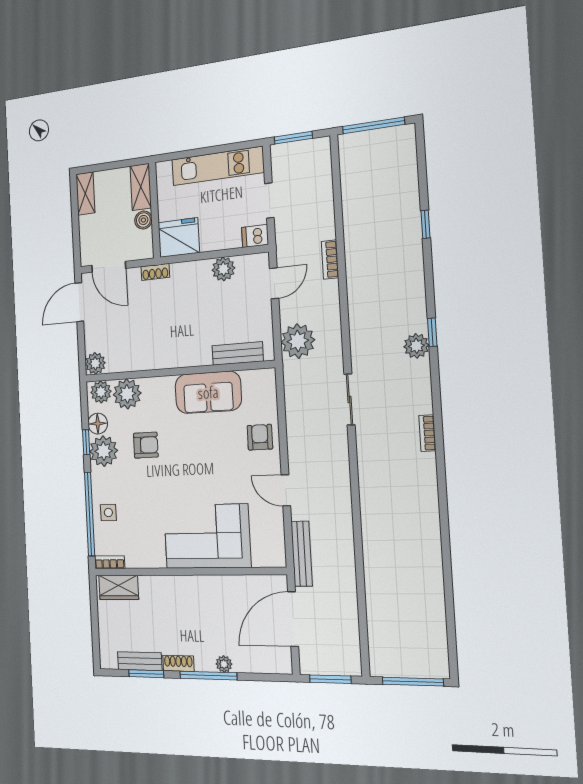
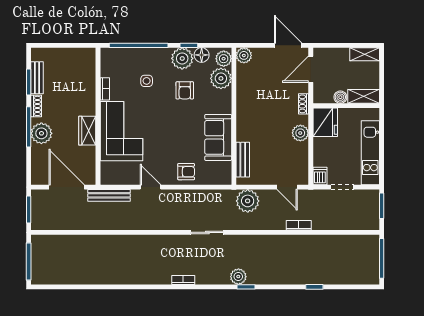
plant: (223, 269) -> (300, 133), moved
door: (286, 490) -> (150, 187), hinge flipped
side table: (108, 513) -> (147, 81), moved
bookcase: (110, 562) -> (105, 89), moved
wardrobe: (119, 587) -> (87, 131), moved
plant: (224, 664) -> (41, 133), width x1.87, depth x1.87

